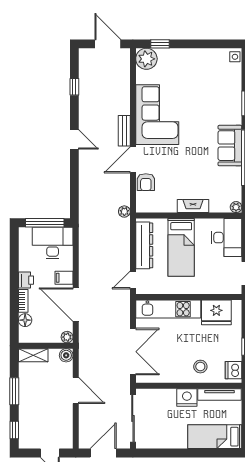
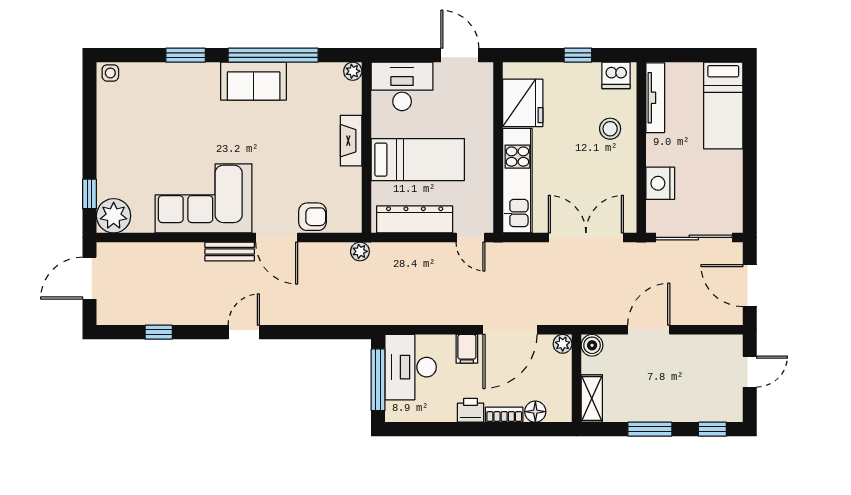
nightstand: (187, 398) -> (660, 183), moved

